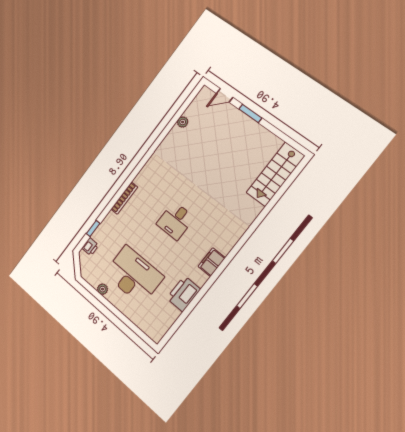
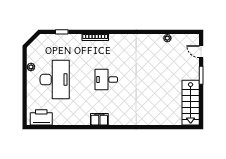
stairs: (275, 174) -> (191, 103), moved, turned -90
printer: (90, 247) -> (49, 39), removed
printer: (184, 294) -> (41, 117), moved

